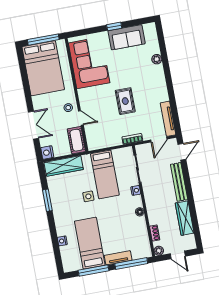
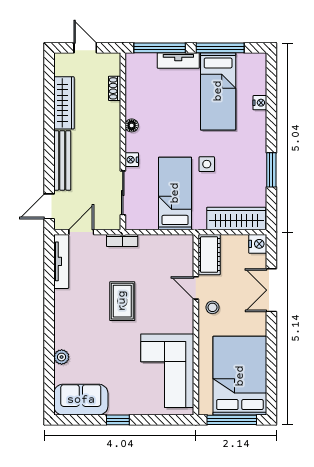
sofa: (127, 37) -> (81, 400), moved
plant: (159, 251) -> (113, 60), removed

